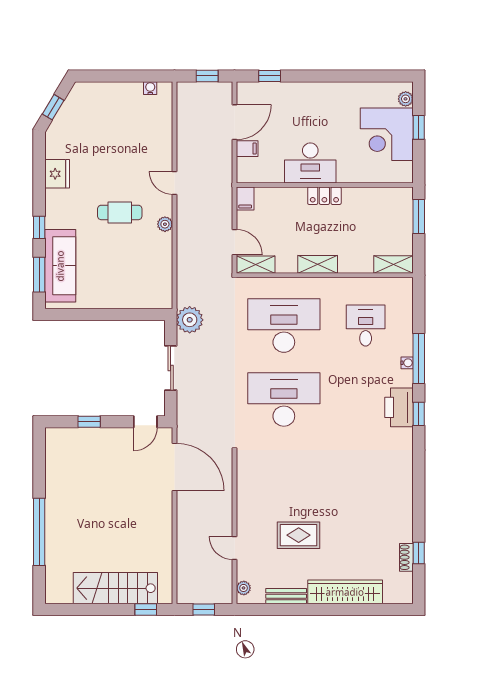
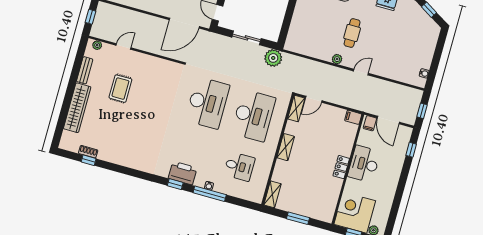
desk: (310, 163) -> (364, 164), moved
wall: (325, 185) -> (348, 169), moved
locker: (324, 196) -> (341, 167), moved
filing cabinet: (245, 198) -> (353, 117), moved

